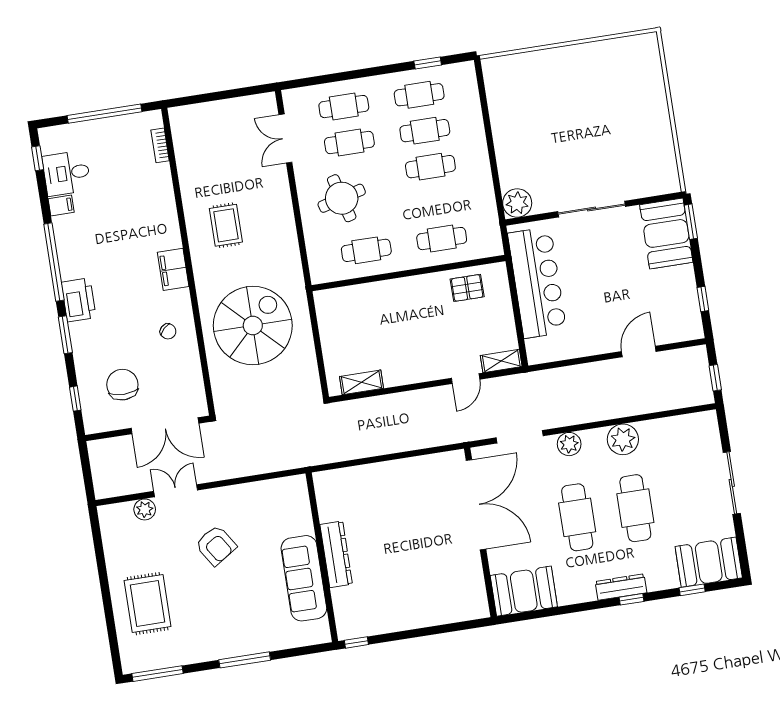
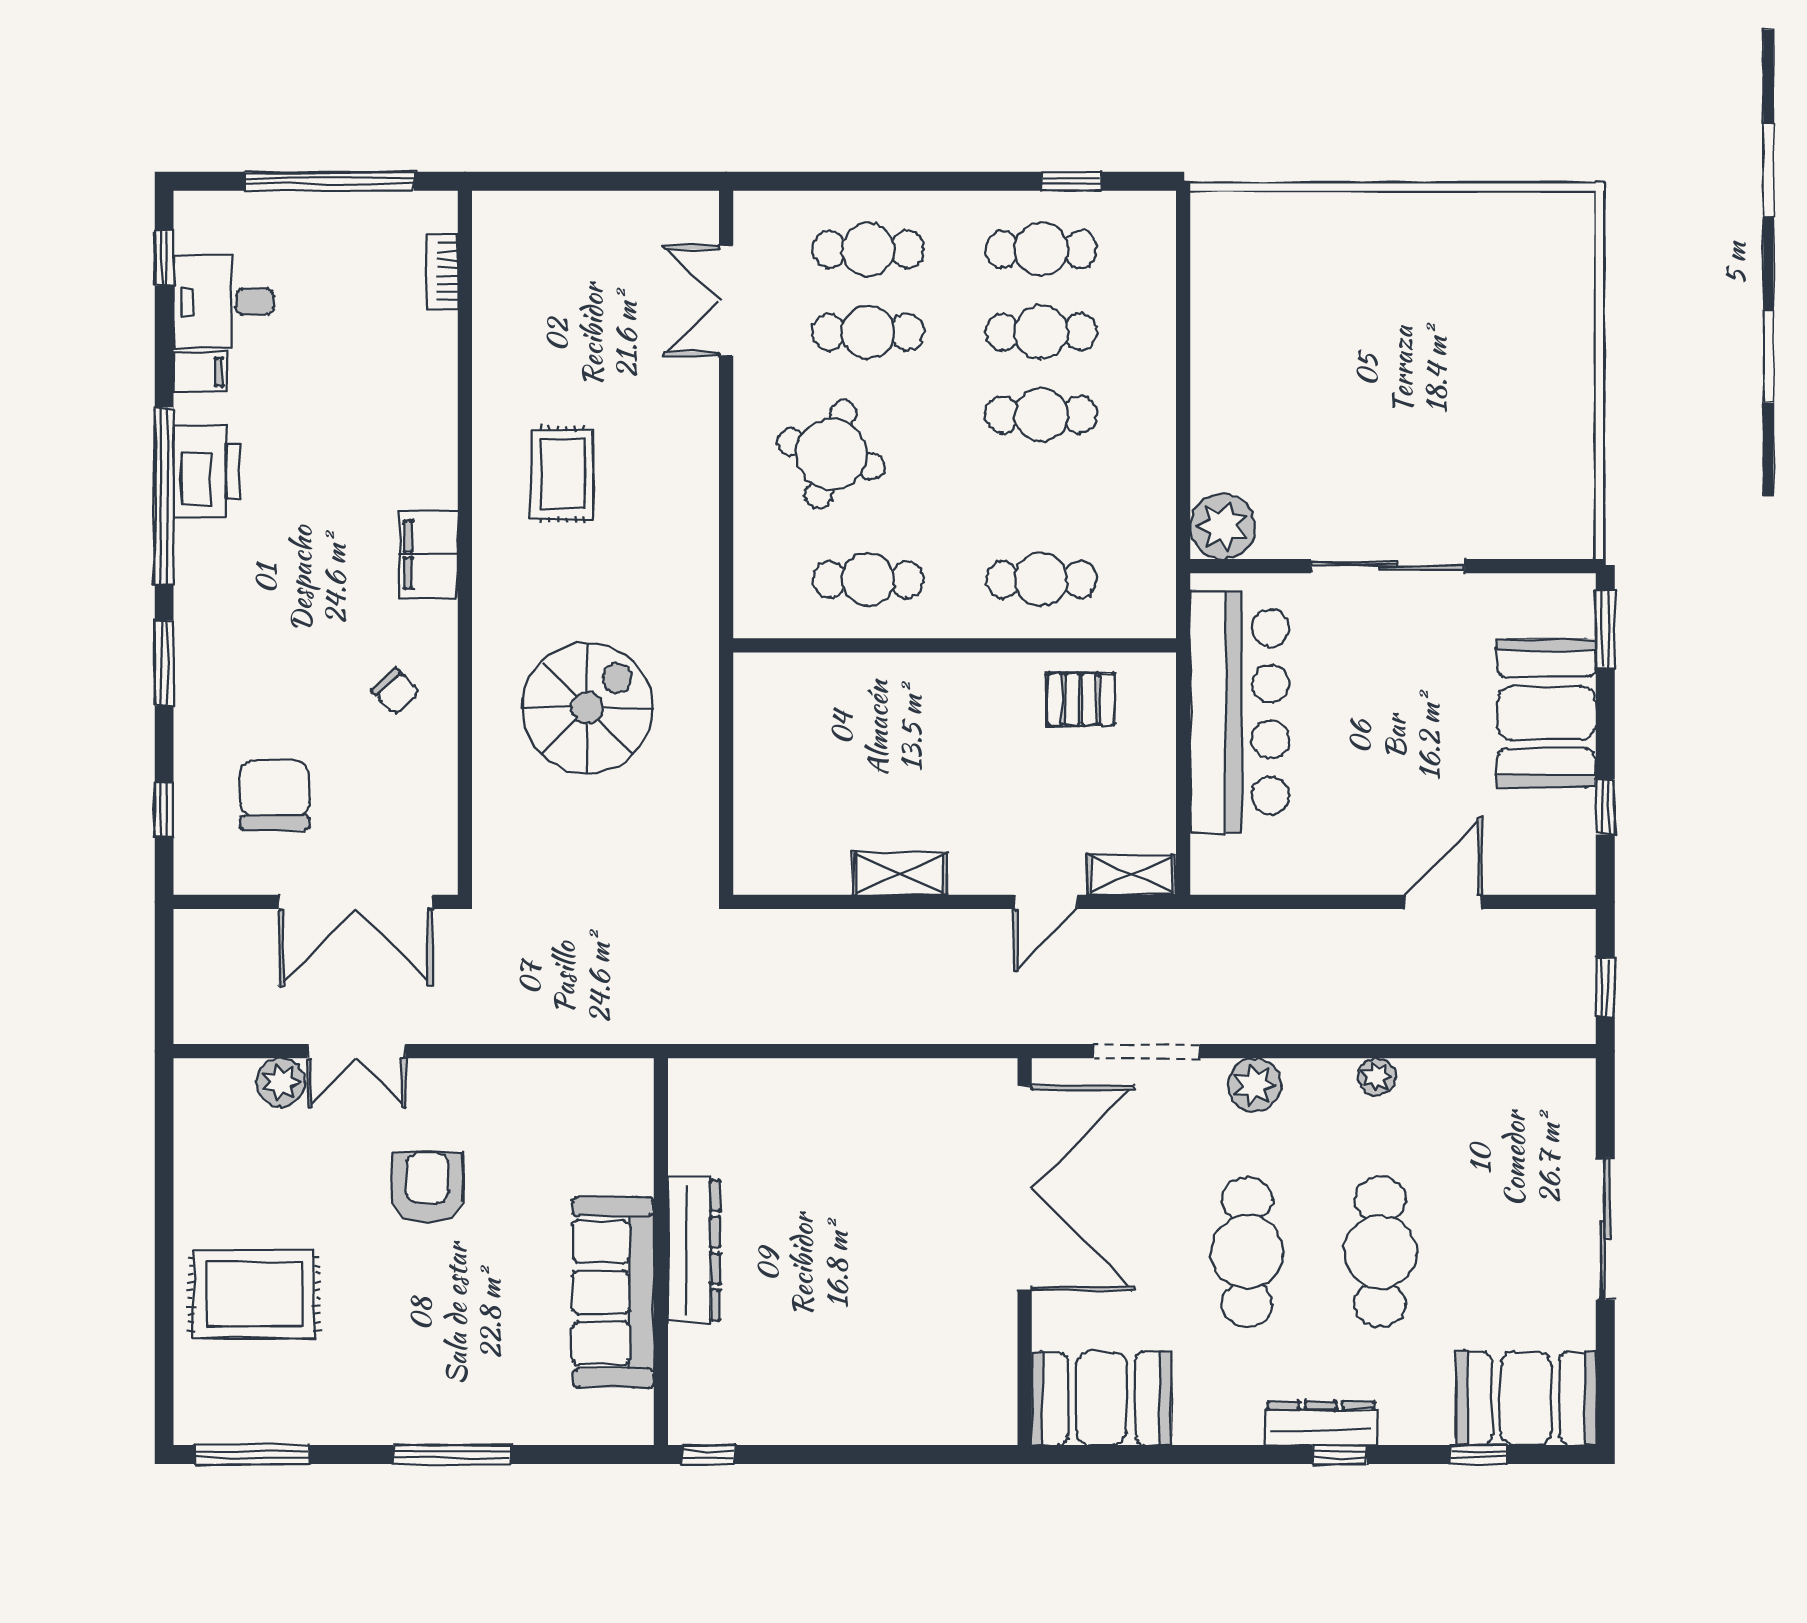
round table: (342, 198) -> (831, 454), turned 32
booth: (666, 233) -> (1546, 713), moved
printer: (79, 300) -> (206, 471), moved
spiral stairs: (253, 326) -> (587, 708), width x0.73, depth x0.73
shelving: (361, 382) -> (900, 874), moved
plant: (623, 439) -> (1377, 1077), width x0.53, depth x0.53
double door: (176, 491) -> (356, 1051), swing flipped
armchair: (216, 545) -> (428, 1188), turned -147
rug: (148, 604) -> (254, 1294), turned 90

